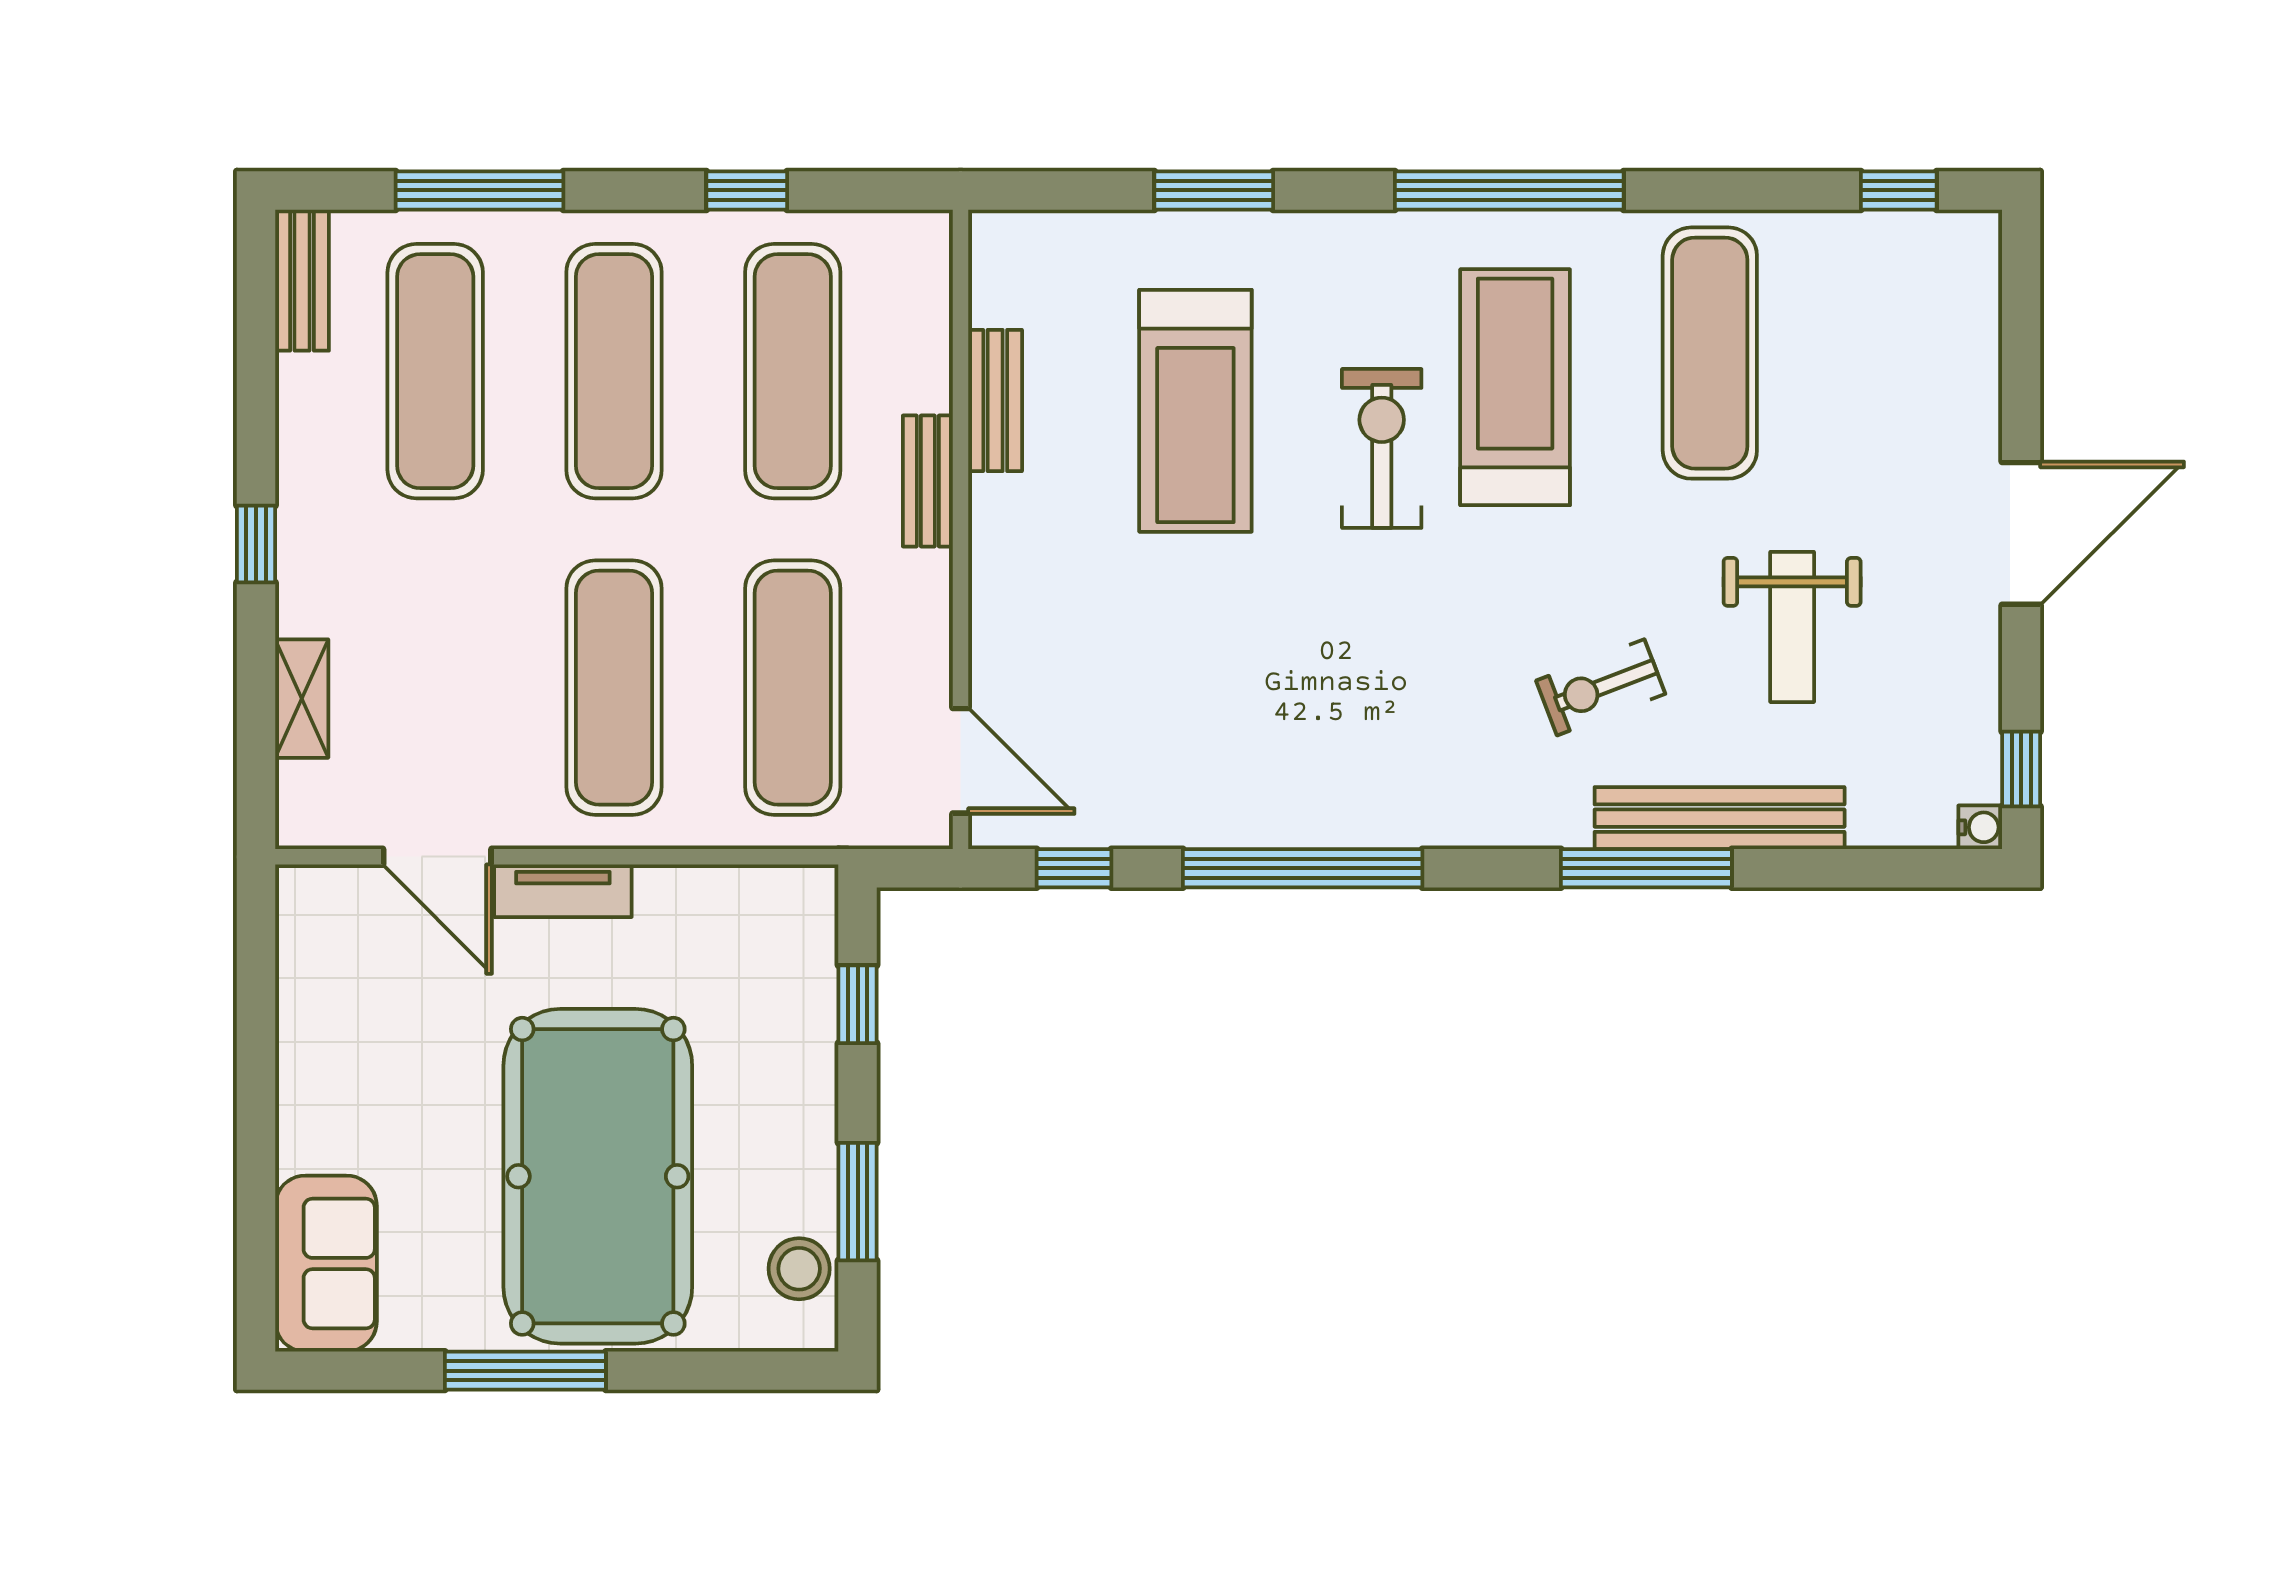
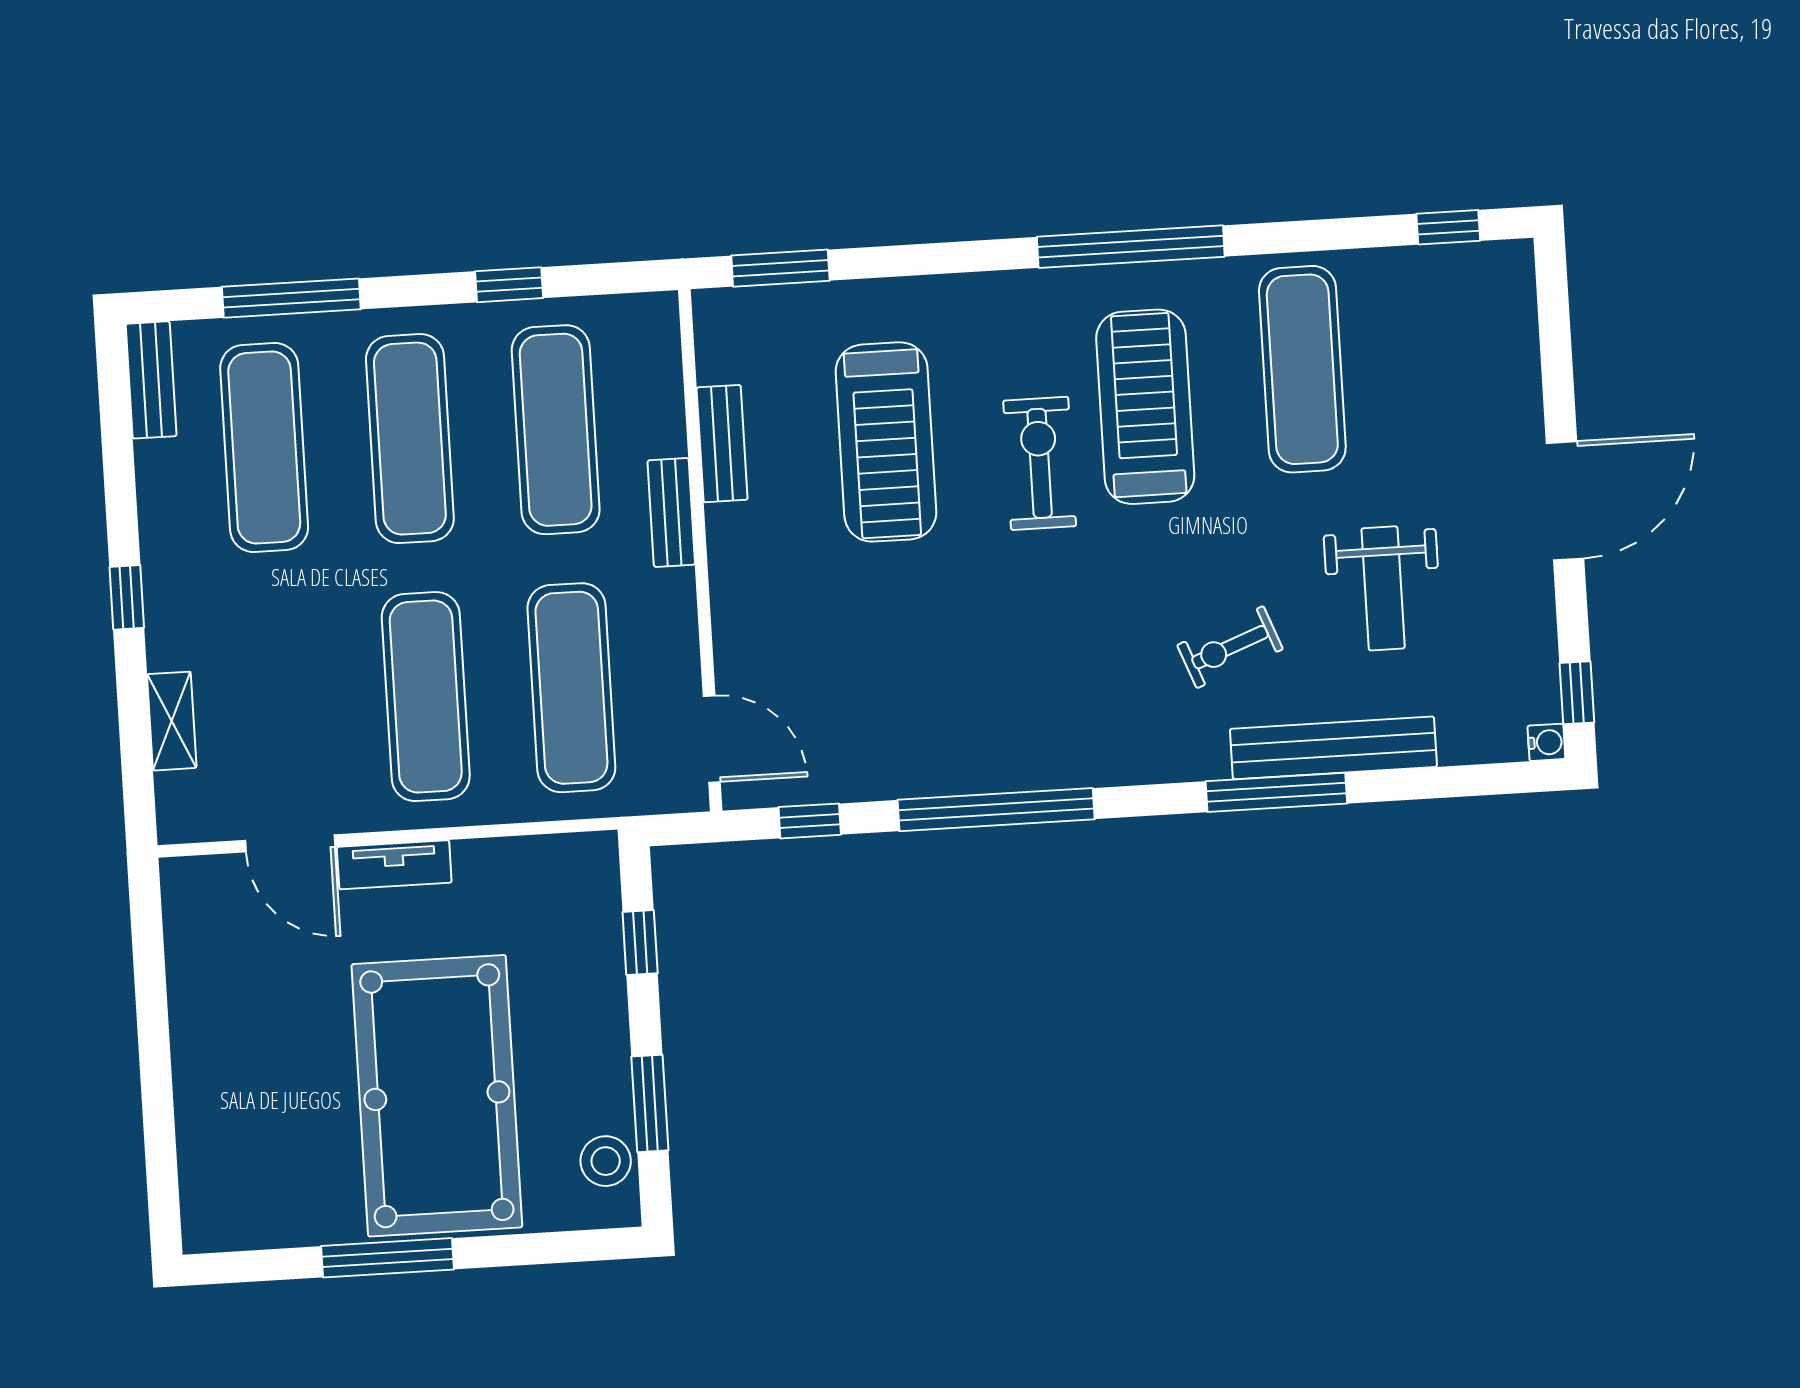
window: (1214, 190) -> (780, 268), moved
sofa: (326, 1264) -> (220, 1180), removed

